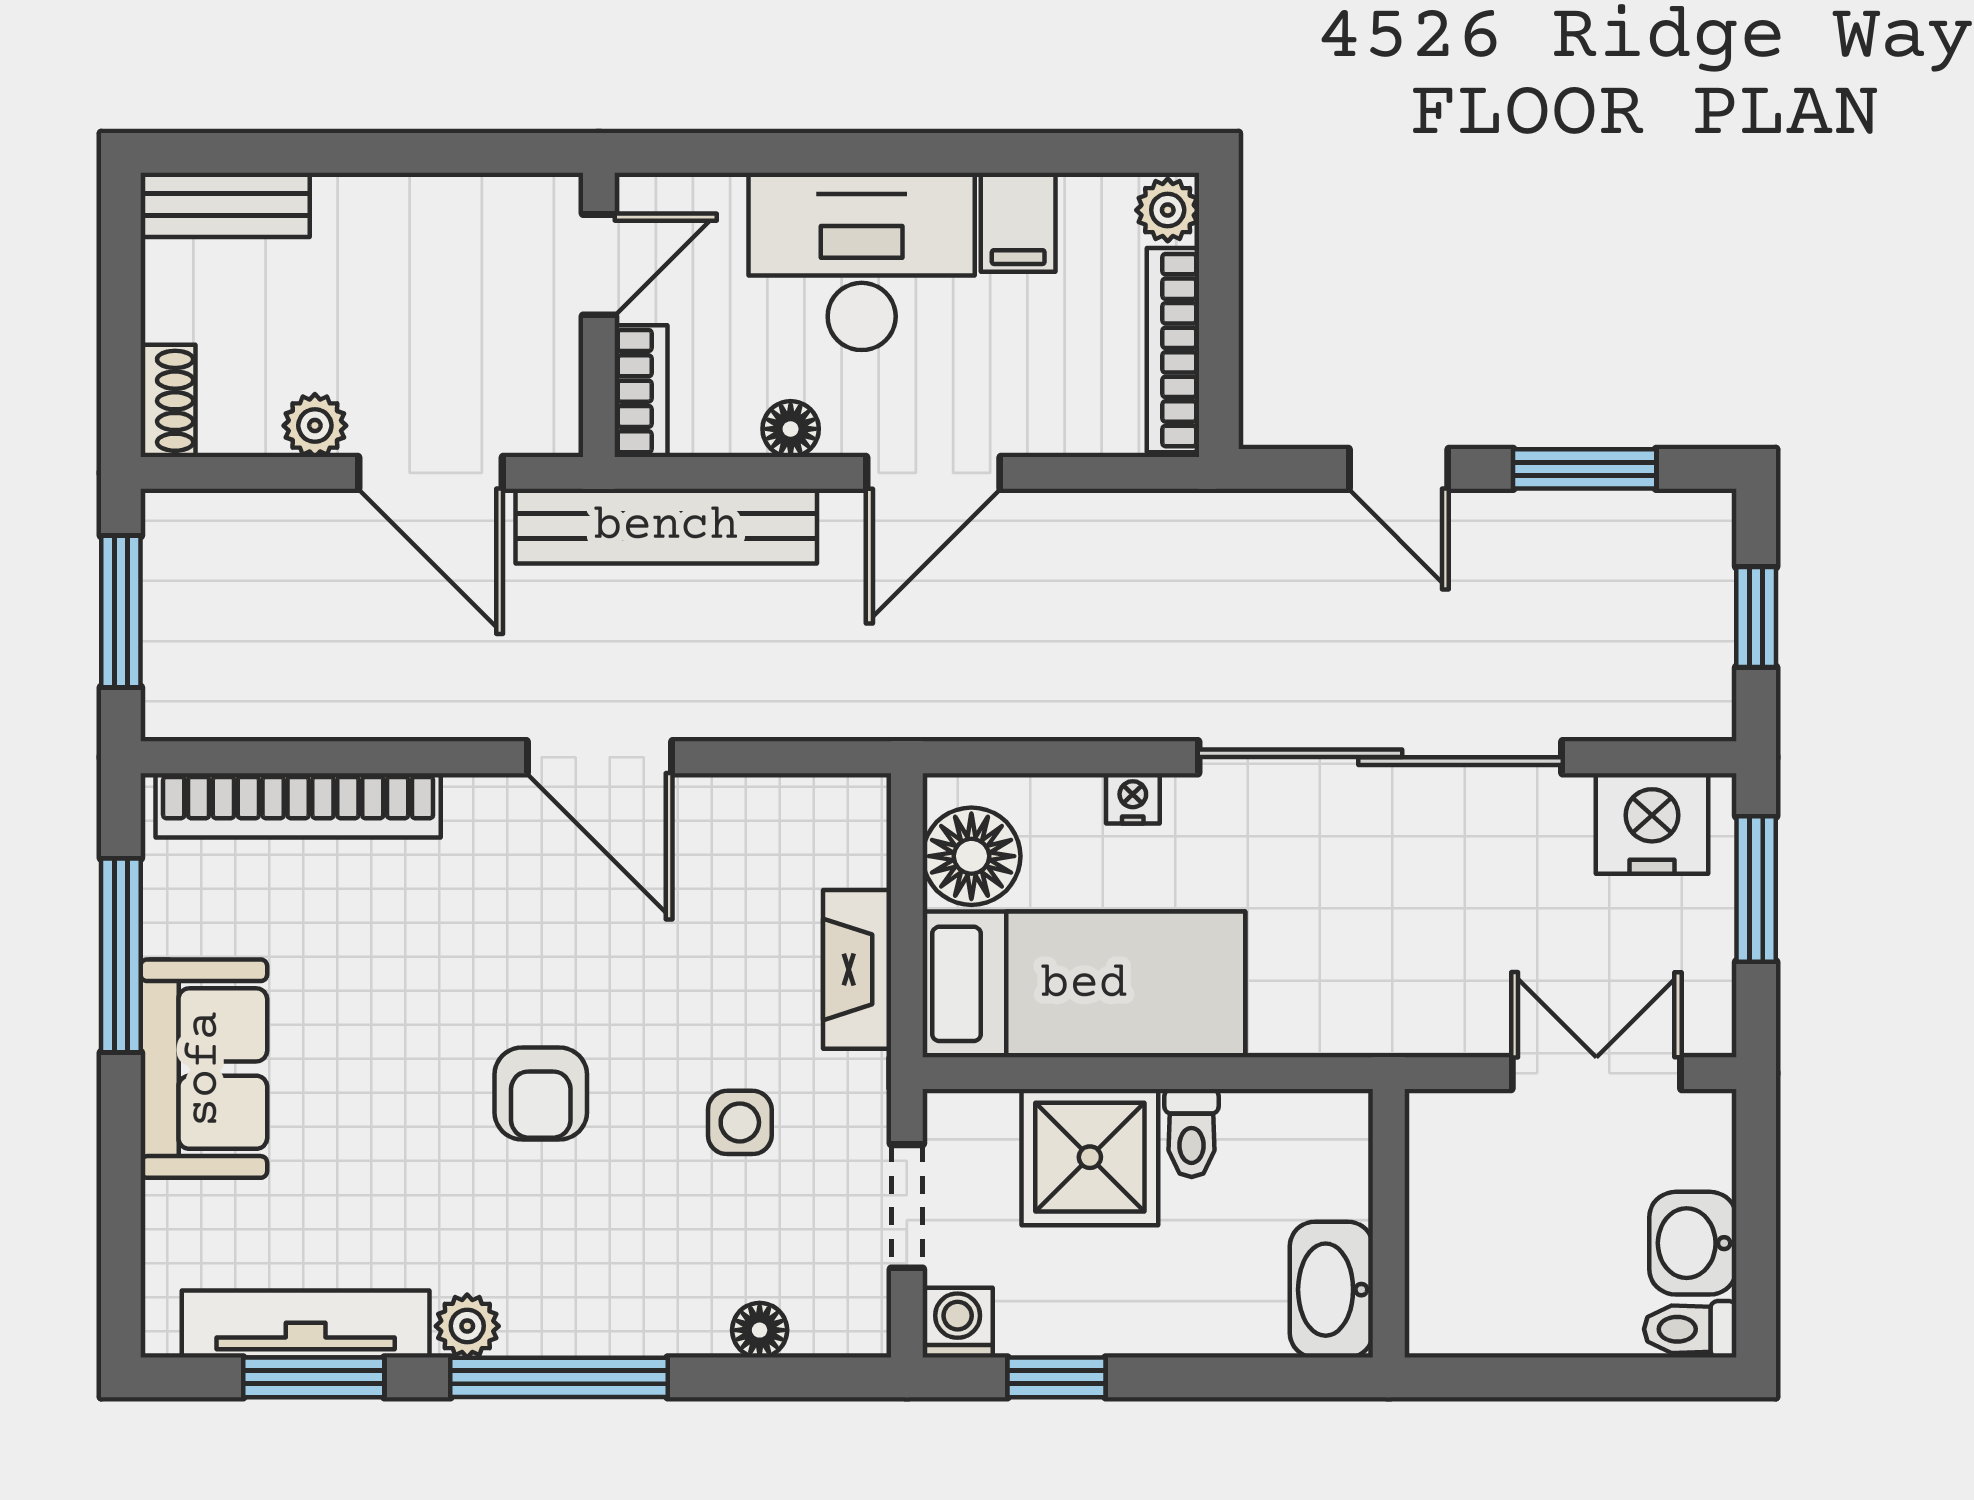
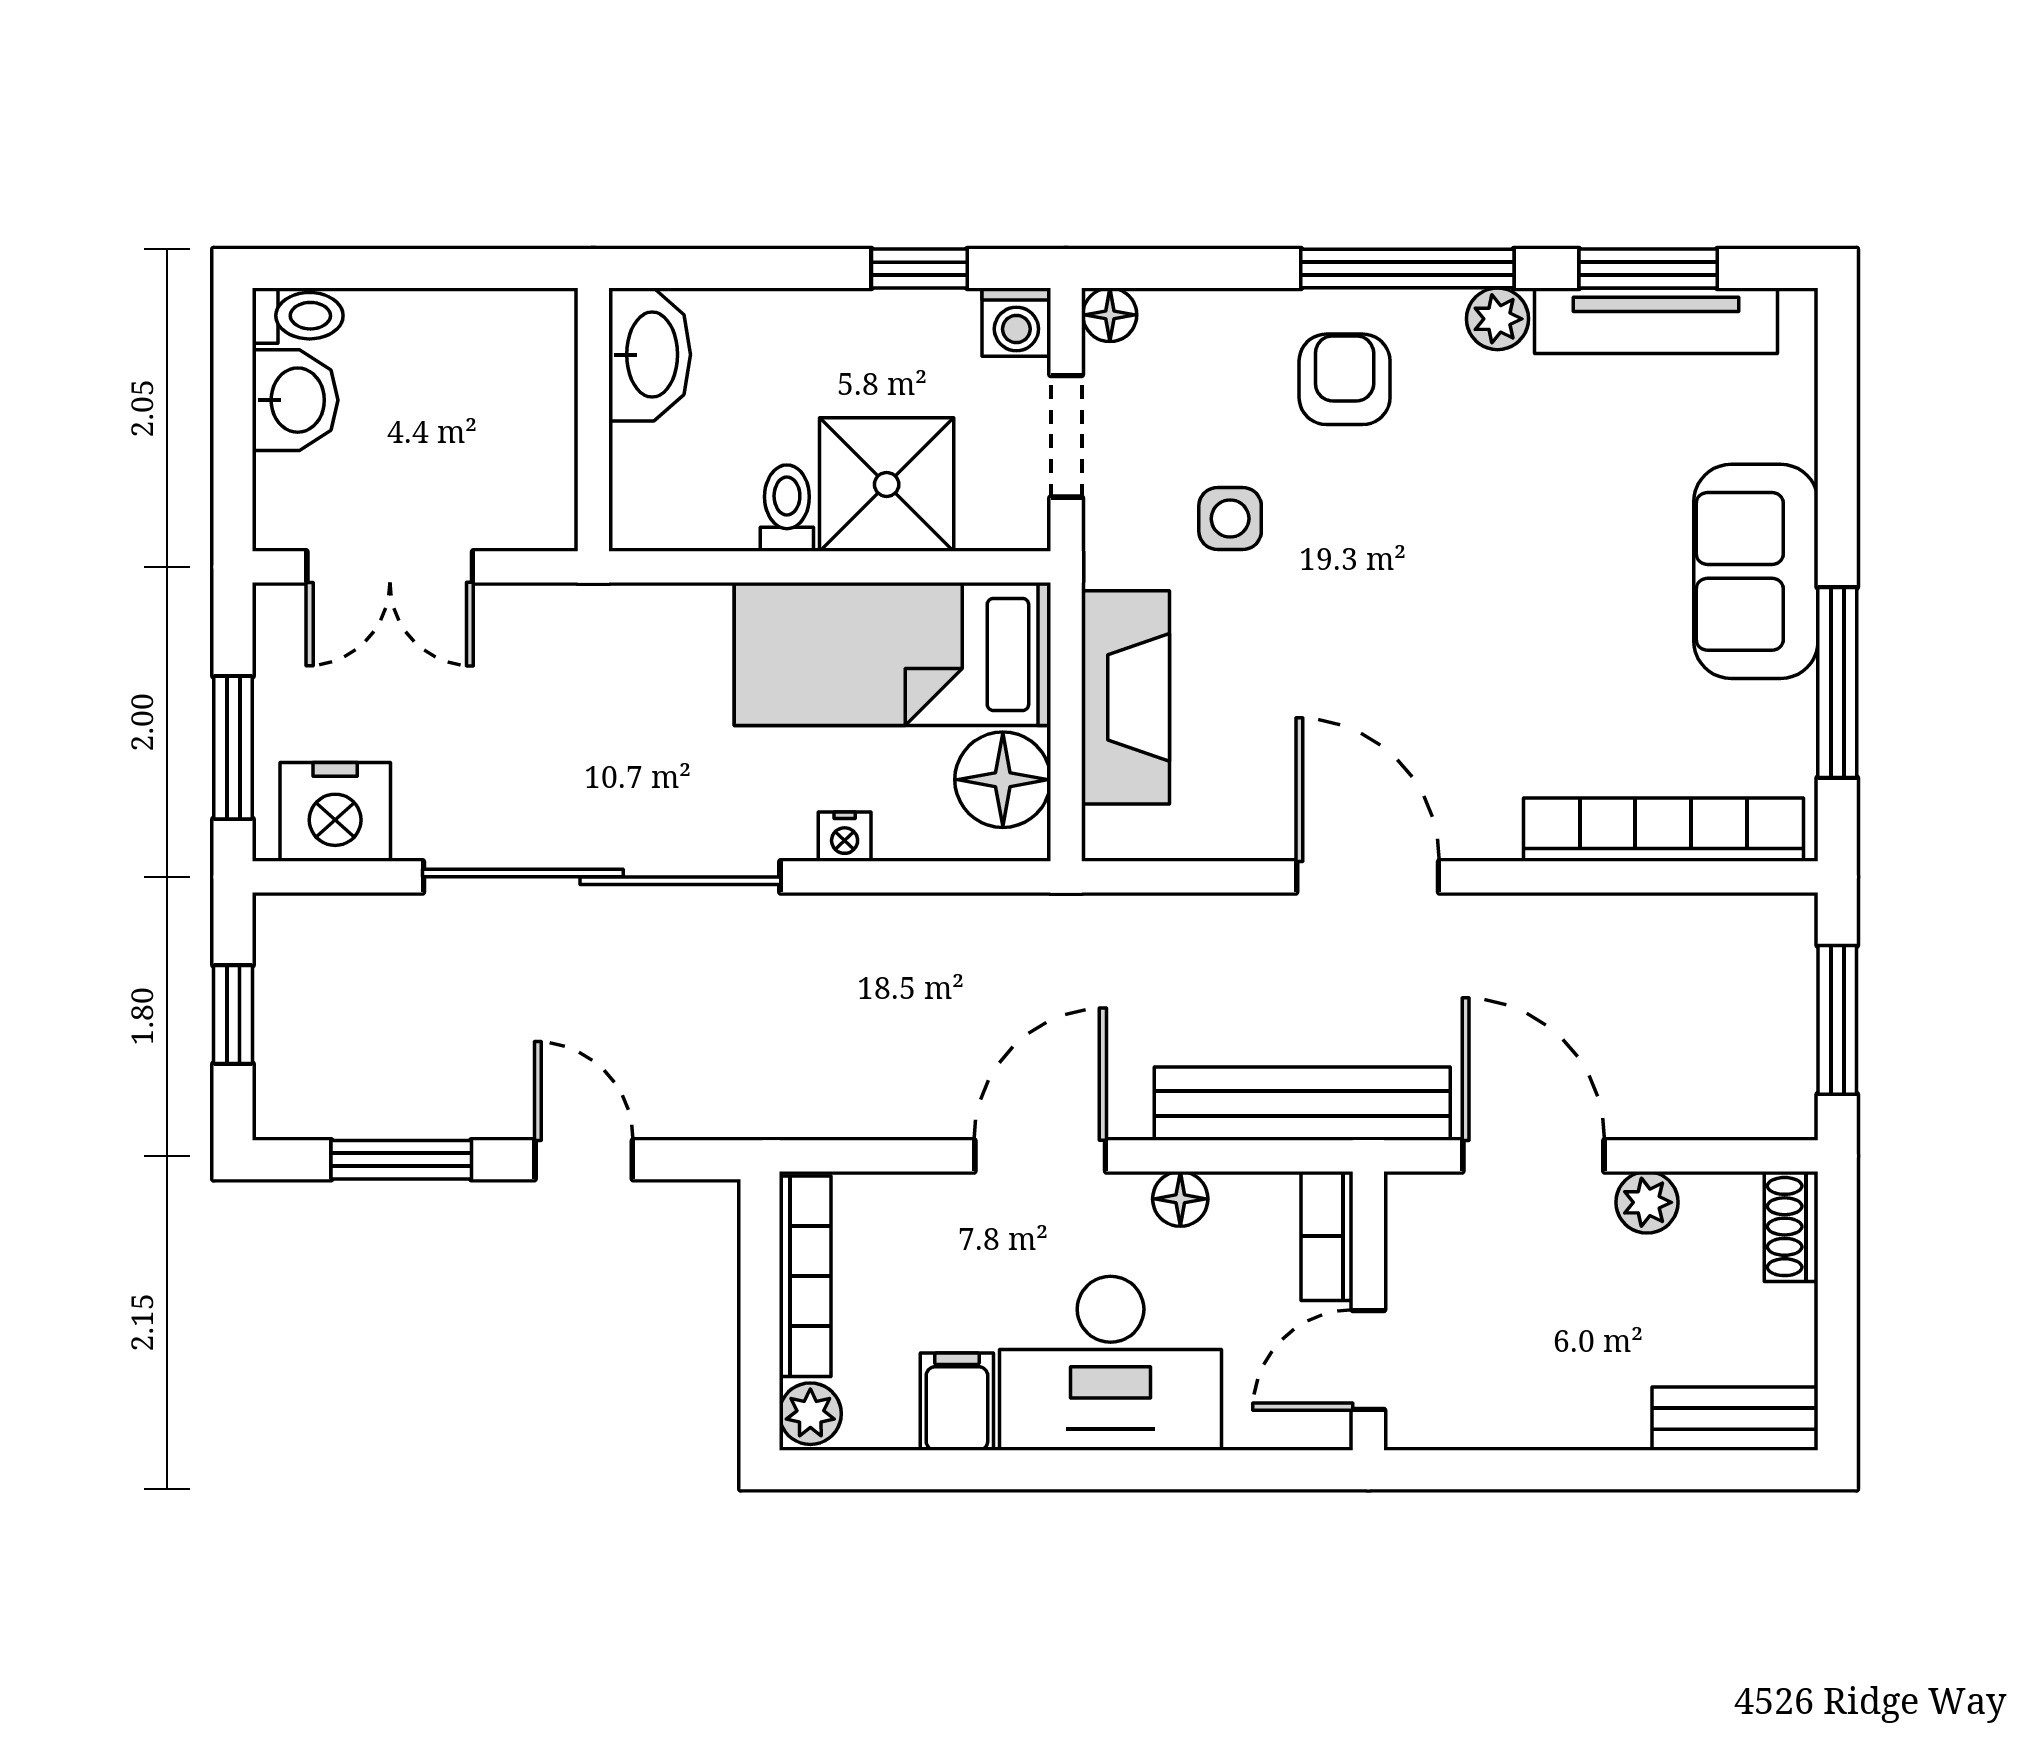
fireplace: (857, 969) -> (1126, 697), width x1.37, depth x1.32
armchair: (541, 1093) -> (1345, 379), moved
floor lamp: (760, 1330) -> (1110, 315), moved

